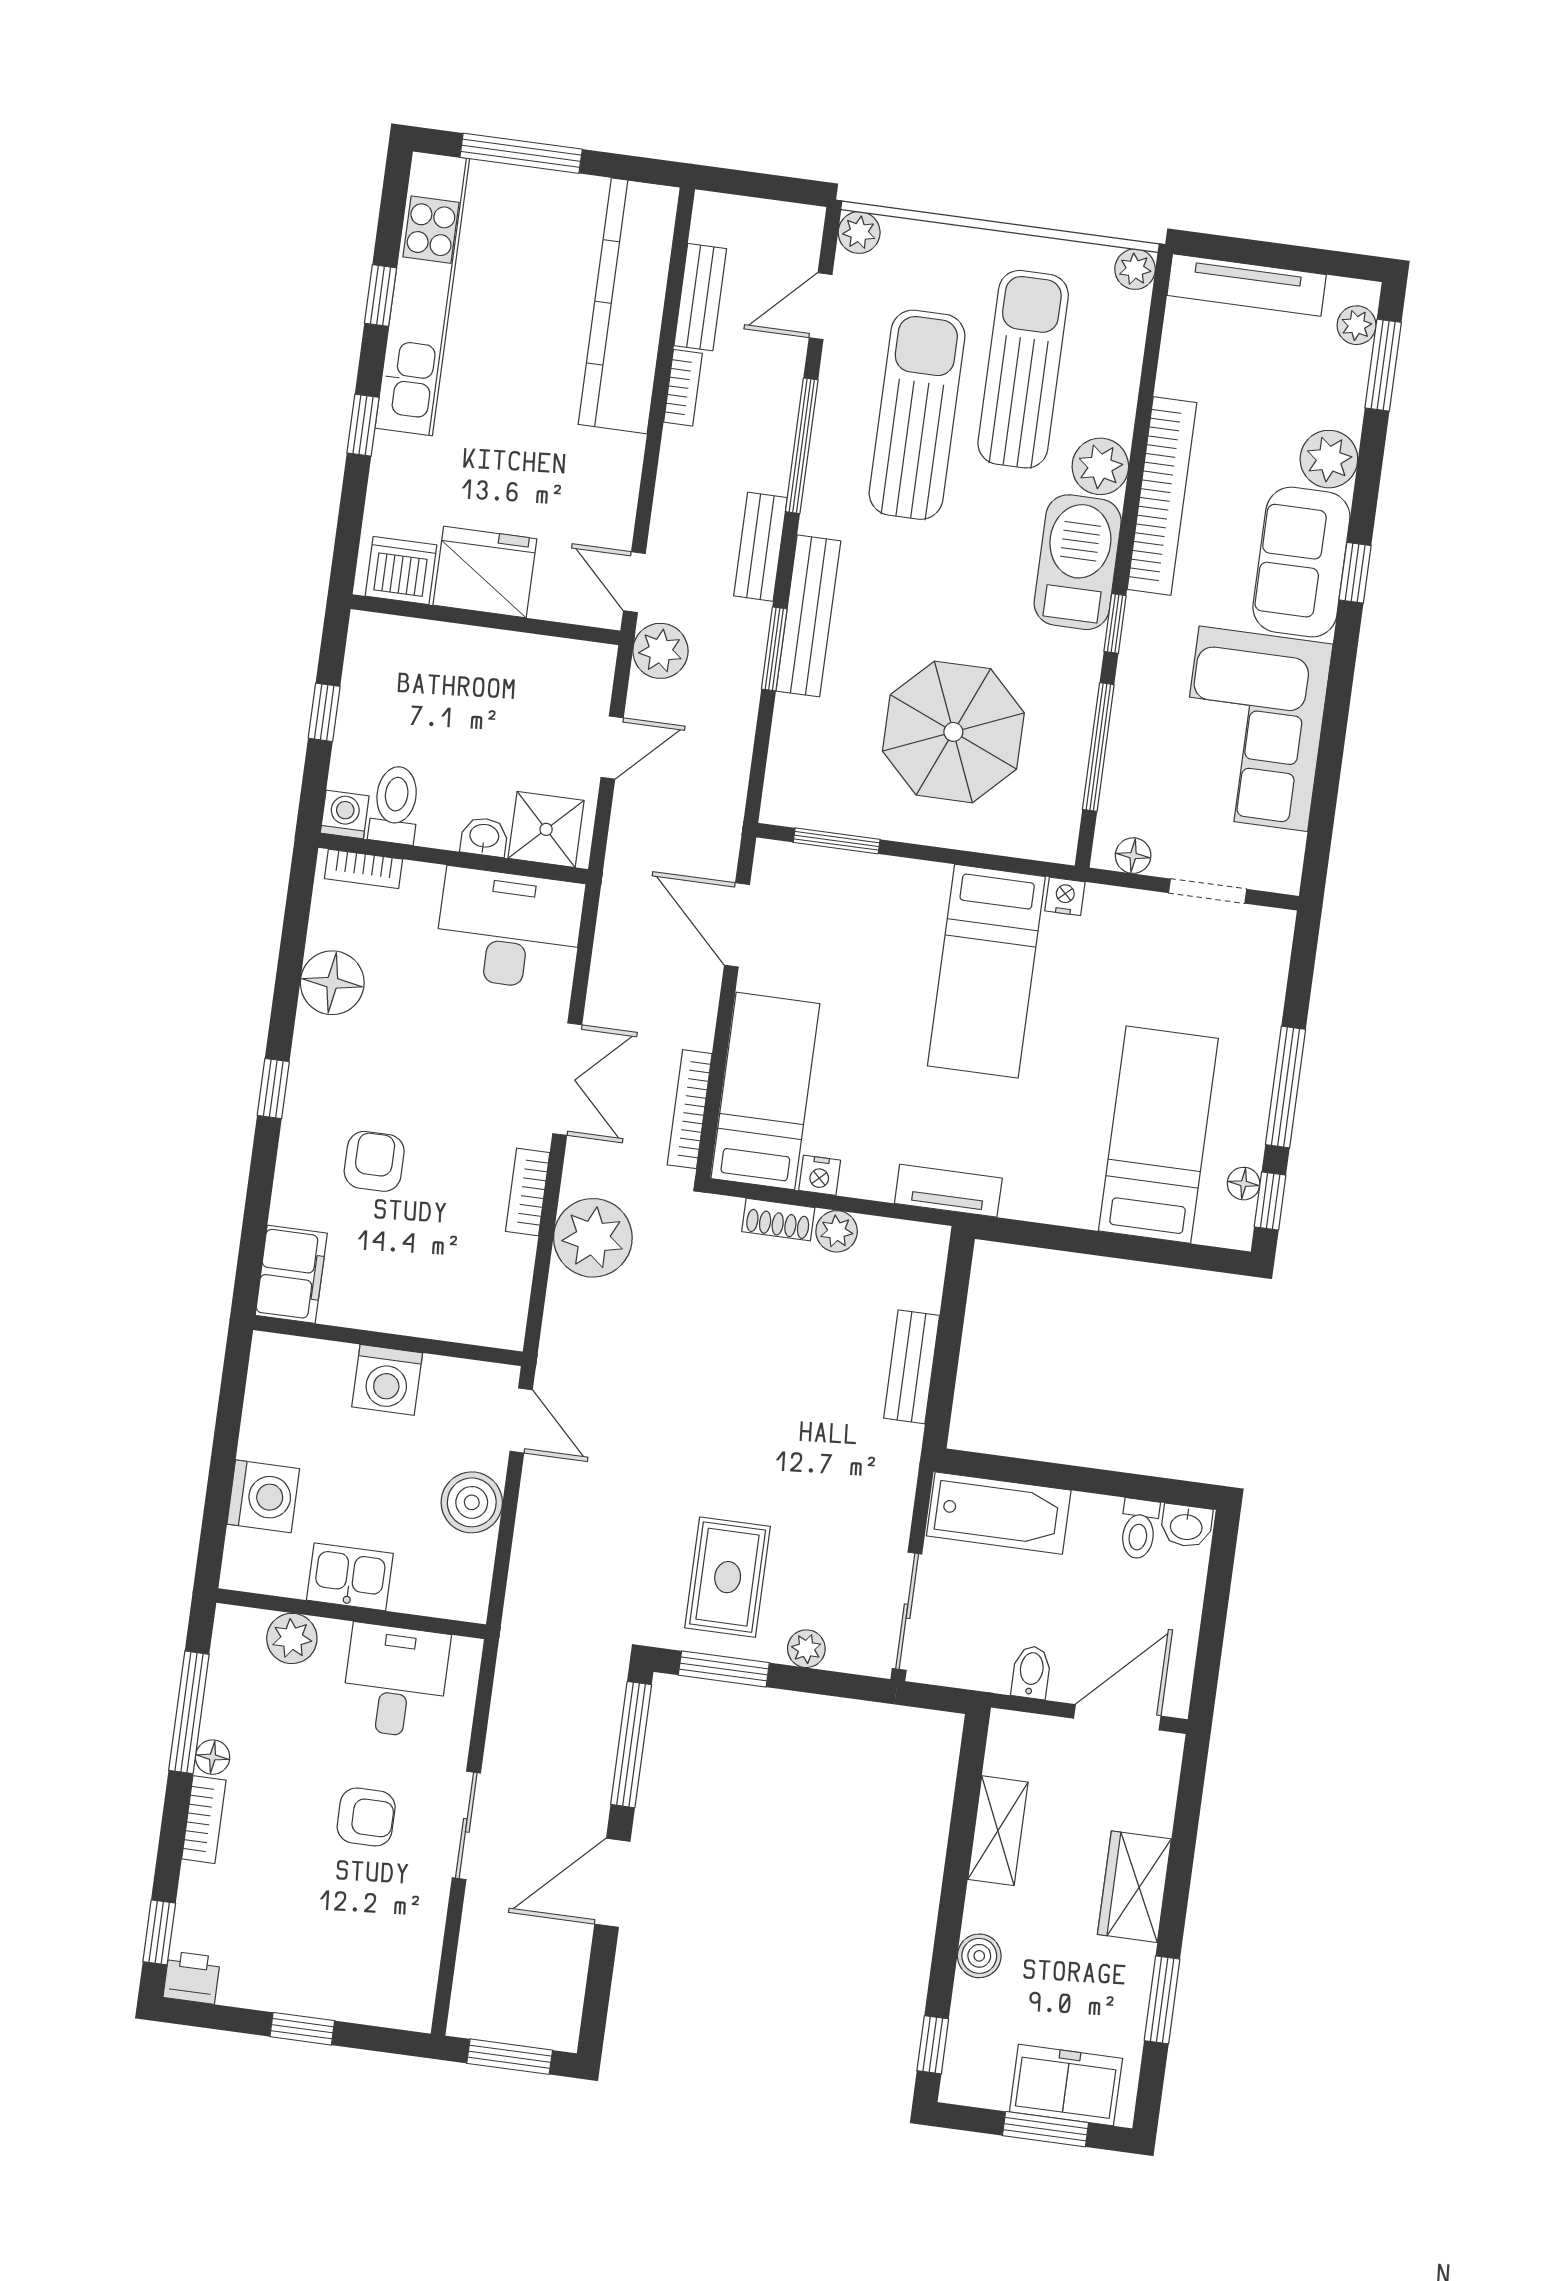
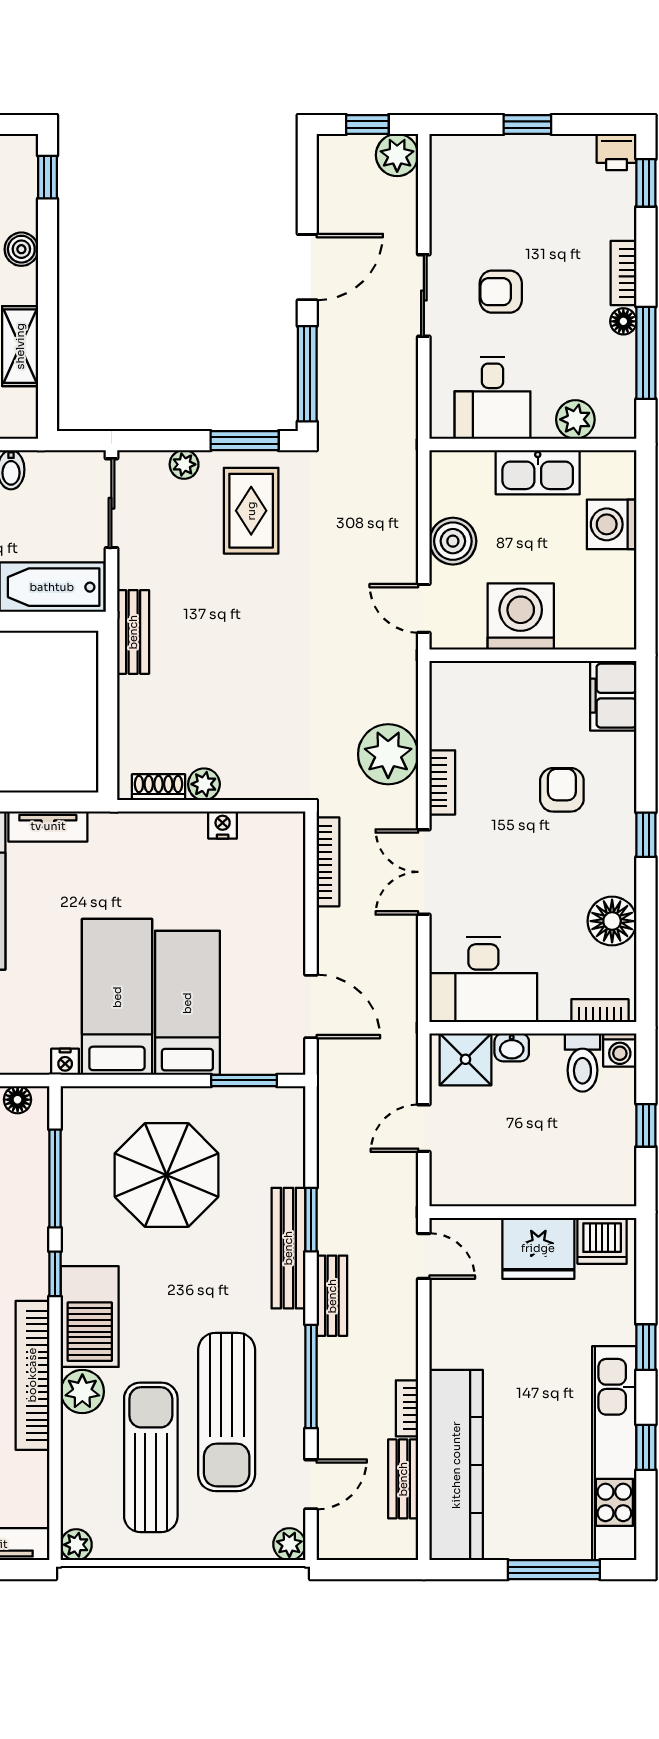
sun lounger: (1023, 369) -> (151, 1457), turned 180
plant: (660, 651) -> (397, 155), moved
bed: (765, 1091) -> (187, 1003), moved, turned 180
armchair: (374, 1161) -> (562, 790), turned 180
tv unit: (948, 1191) -> (48, 826), moved
shoe rack: (778, 1220) -> (158, 787), moved
bench: (912, 1367) -> (133, 632), moved
washing machine: (387, 1380) -> (521, 616), width x1.37, depth x1.37
kitchen sink: (350, 1577) -> (538, 472), width x1.38
window: (510, 2057) -> (367, 125), width x0.67

